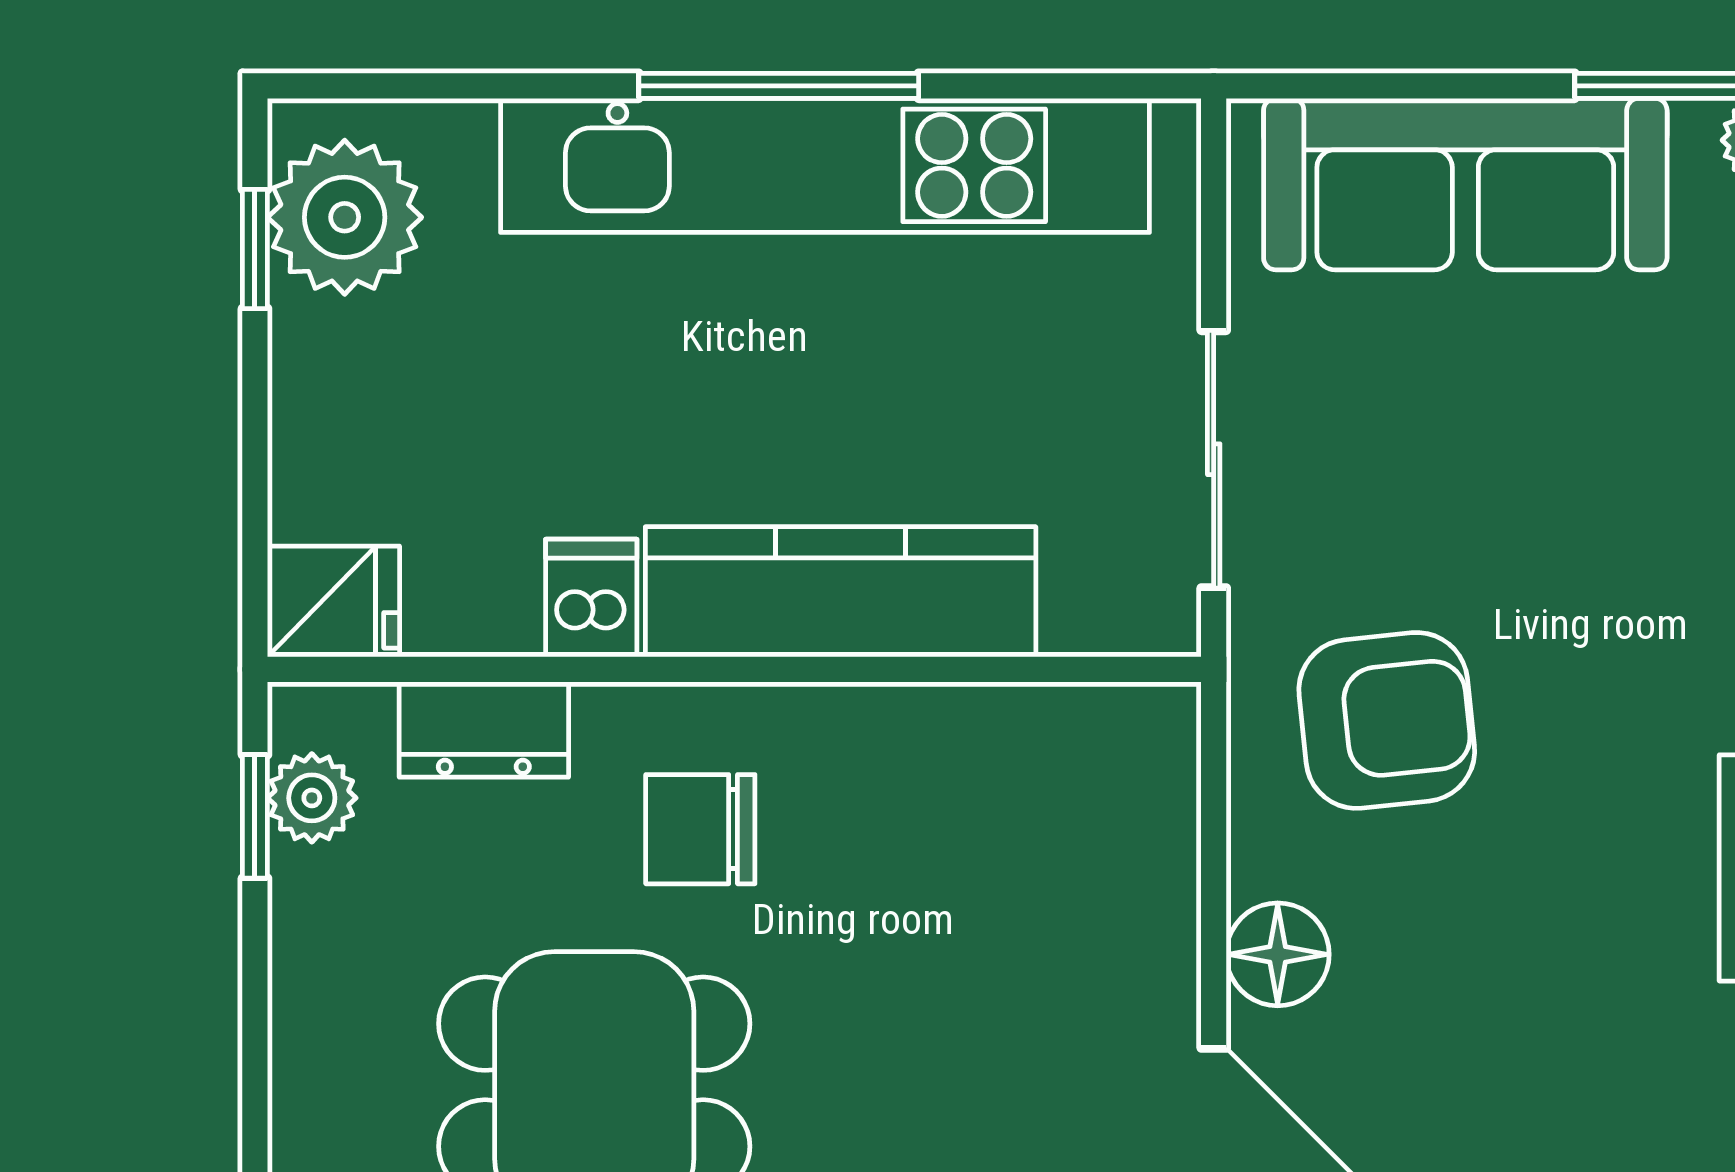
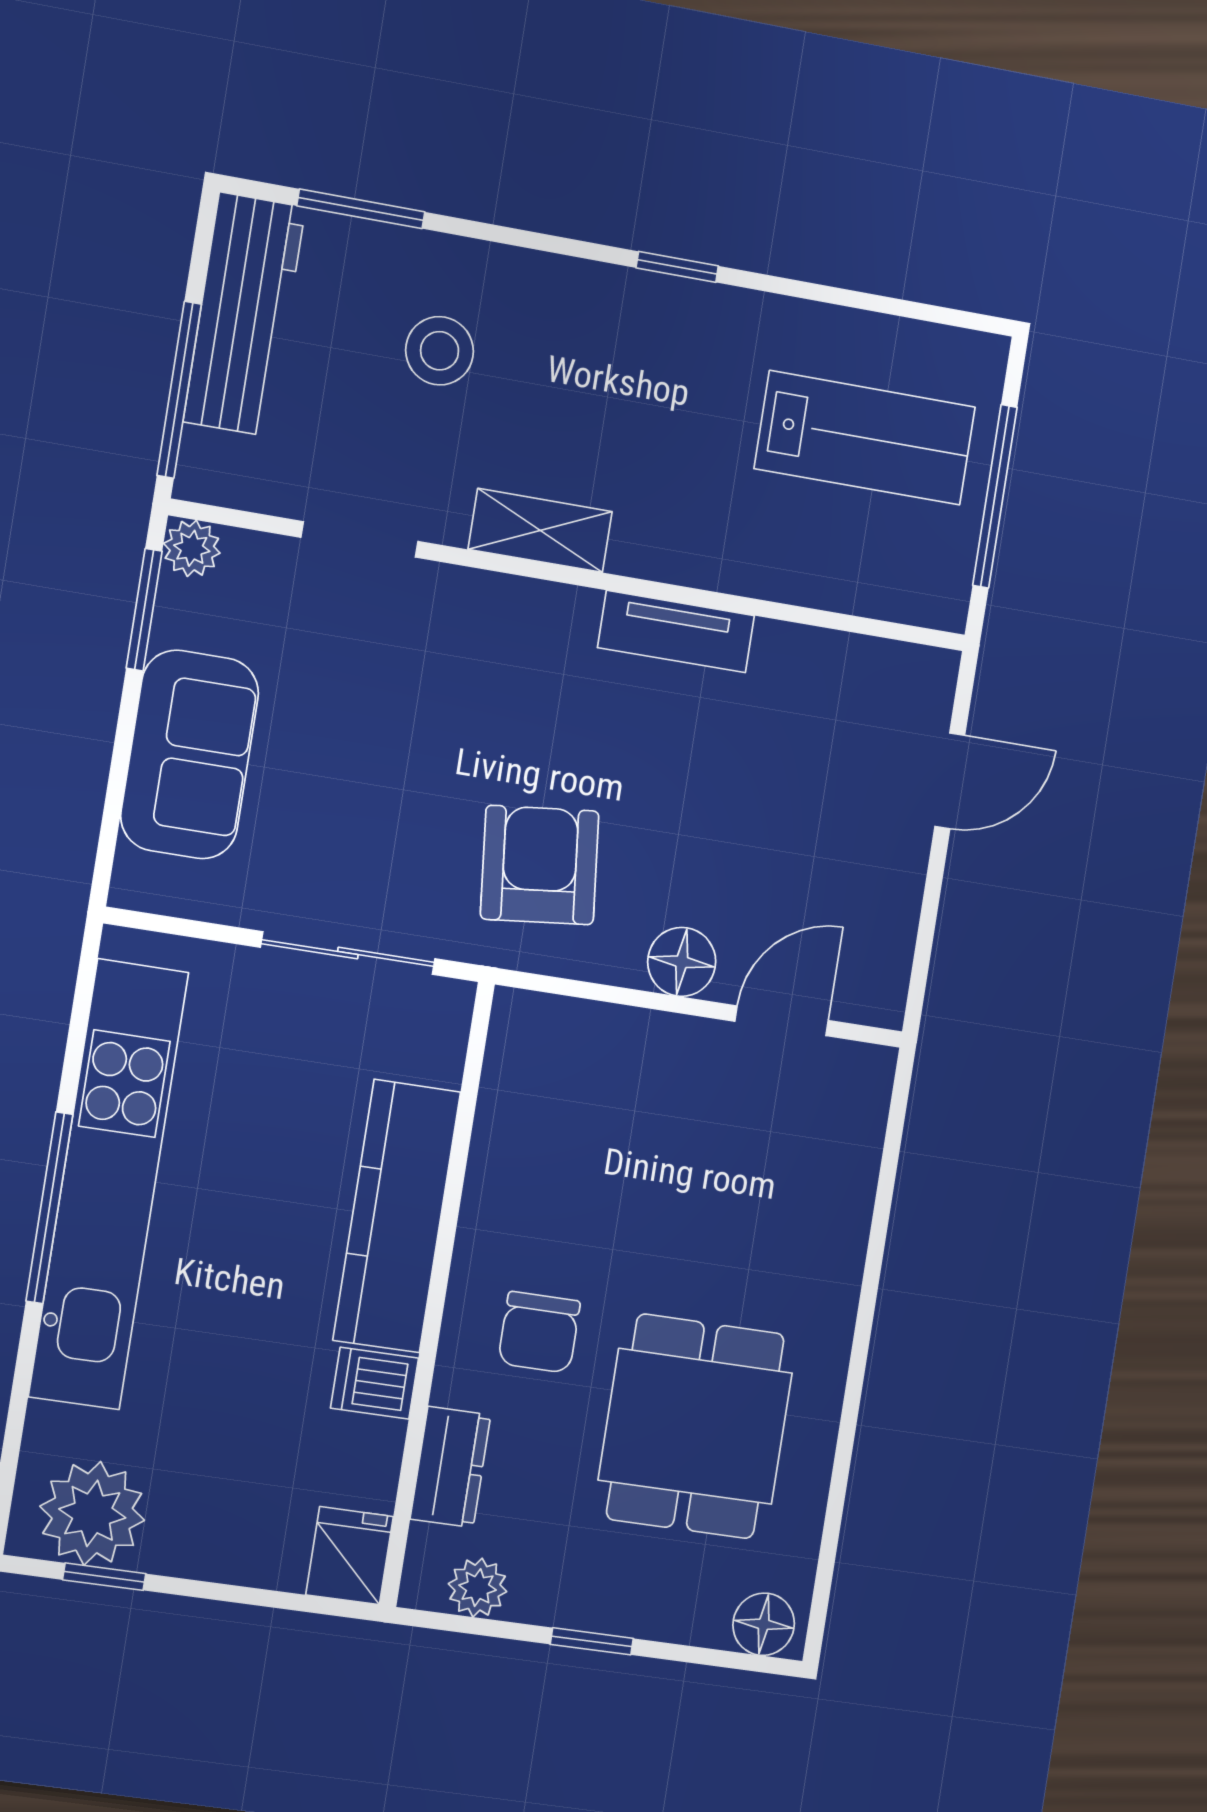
sofa: (1465, 184) -> (190, 754), width x0.73
window: (255, 816) -> (592, 1641), moved

